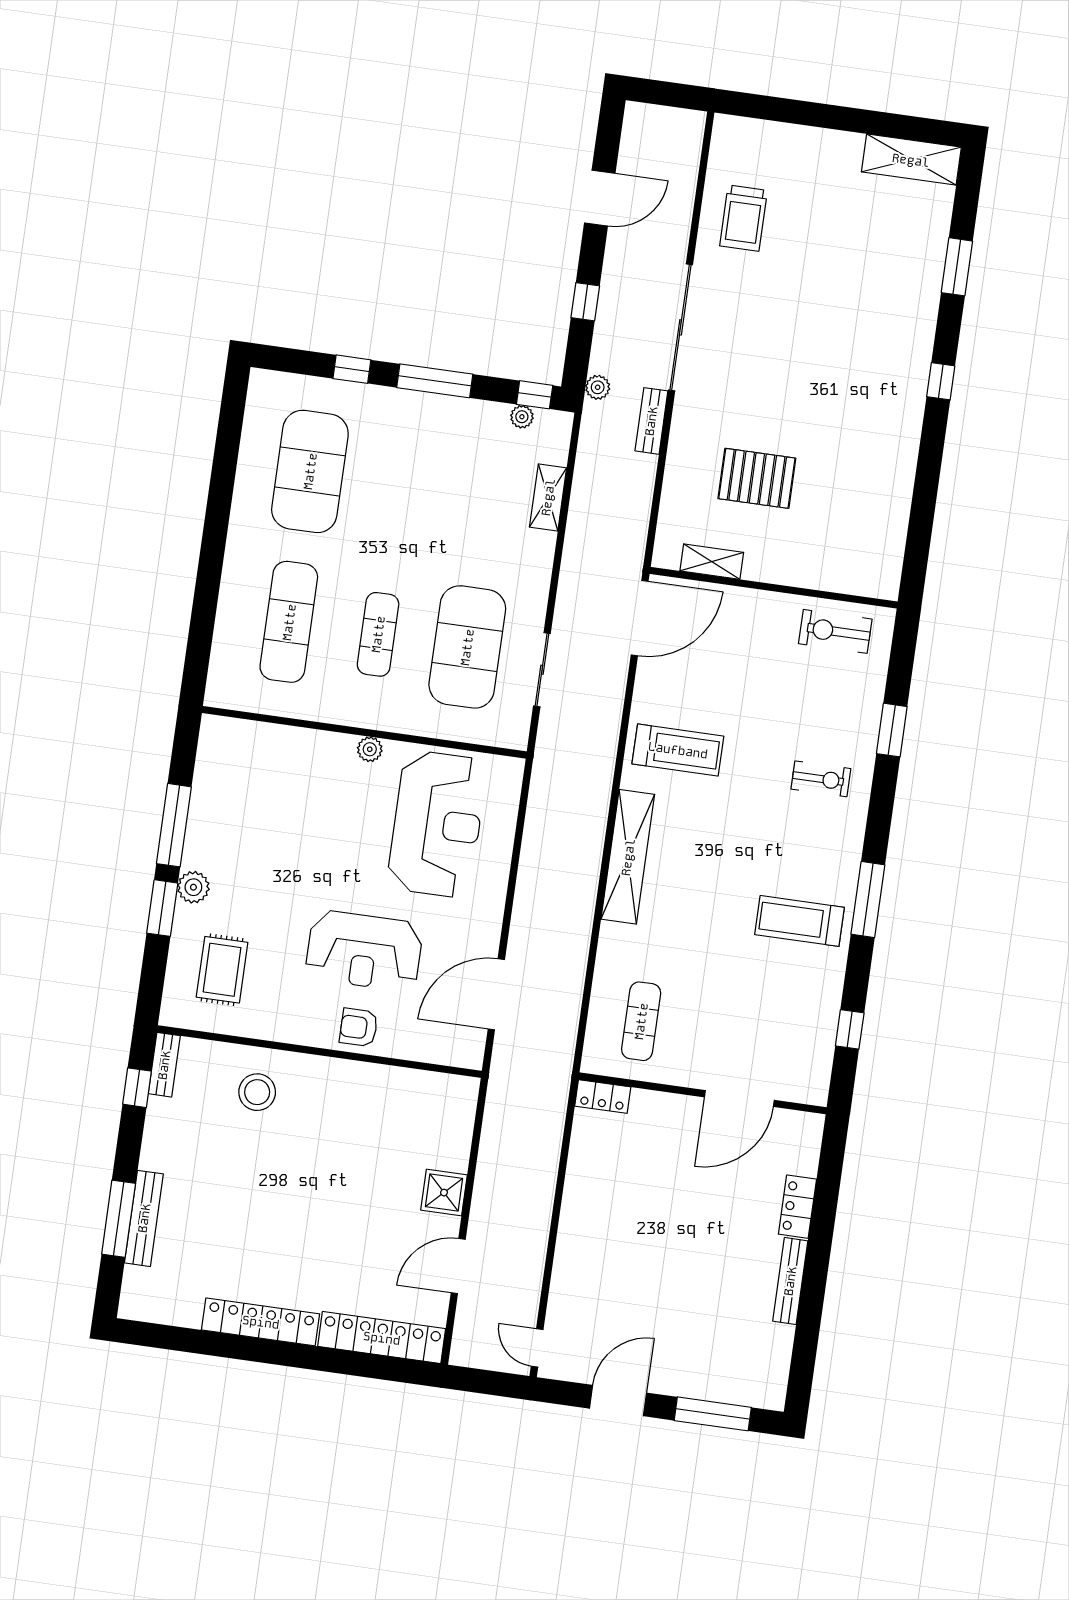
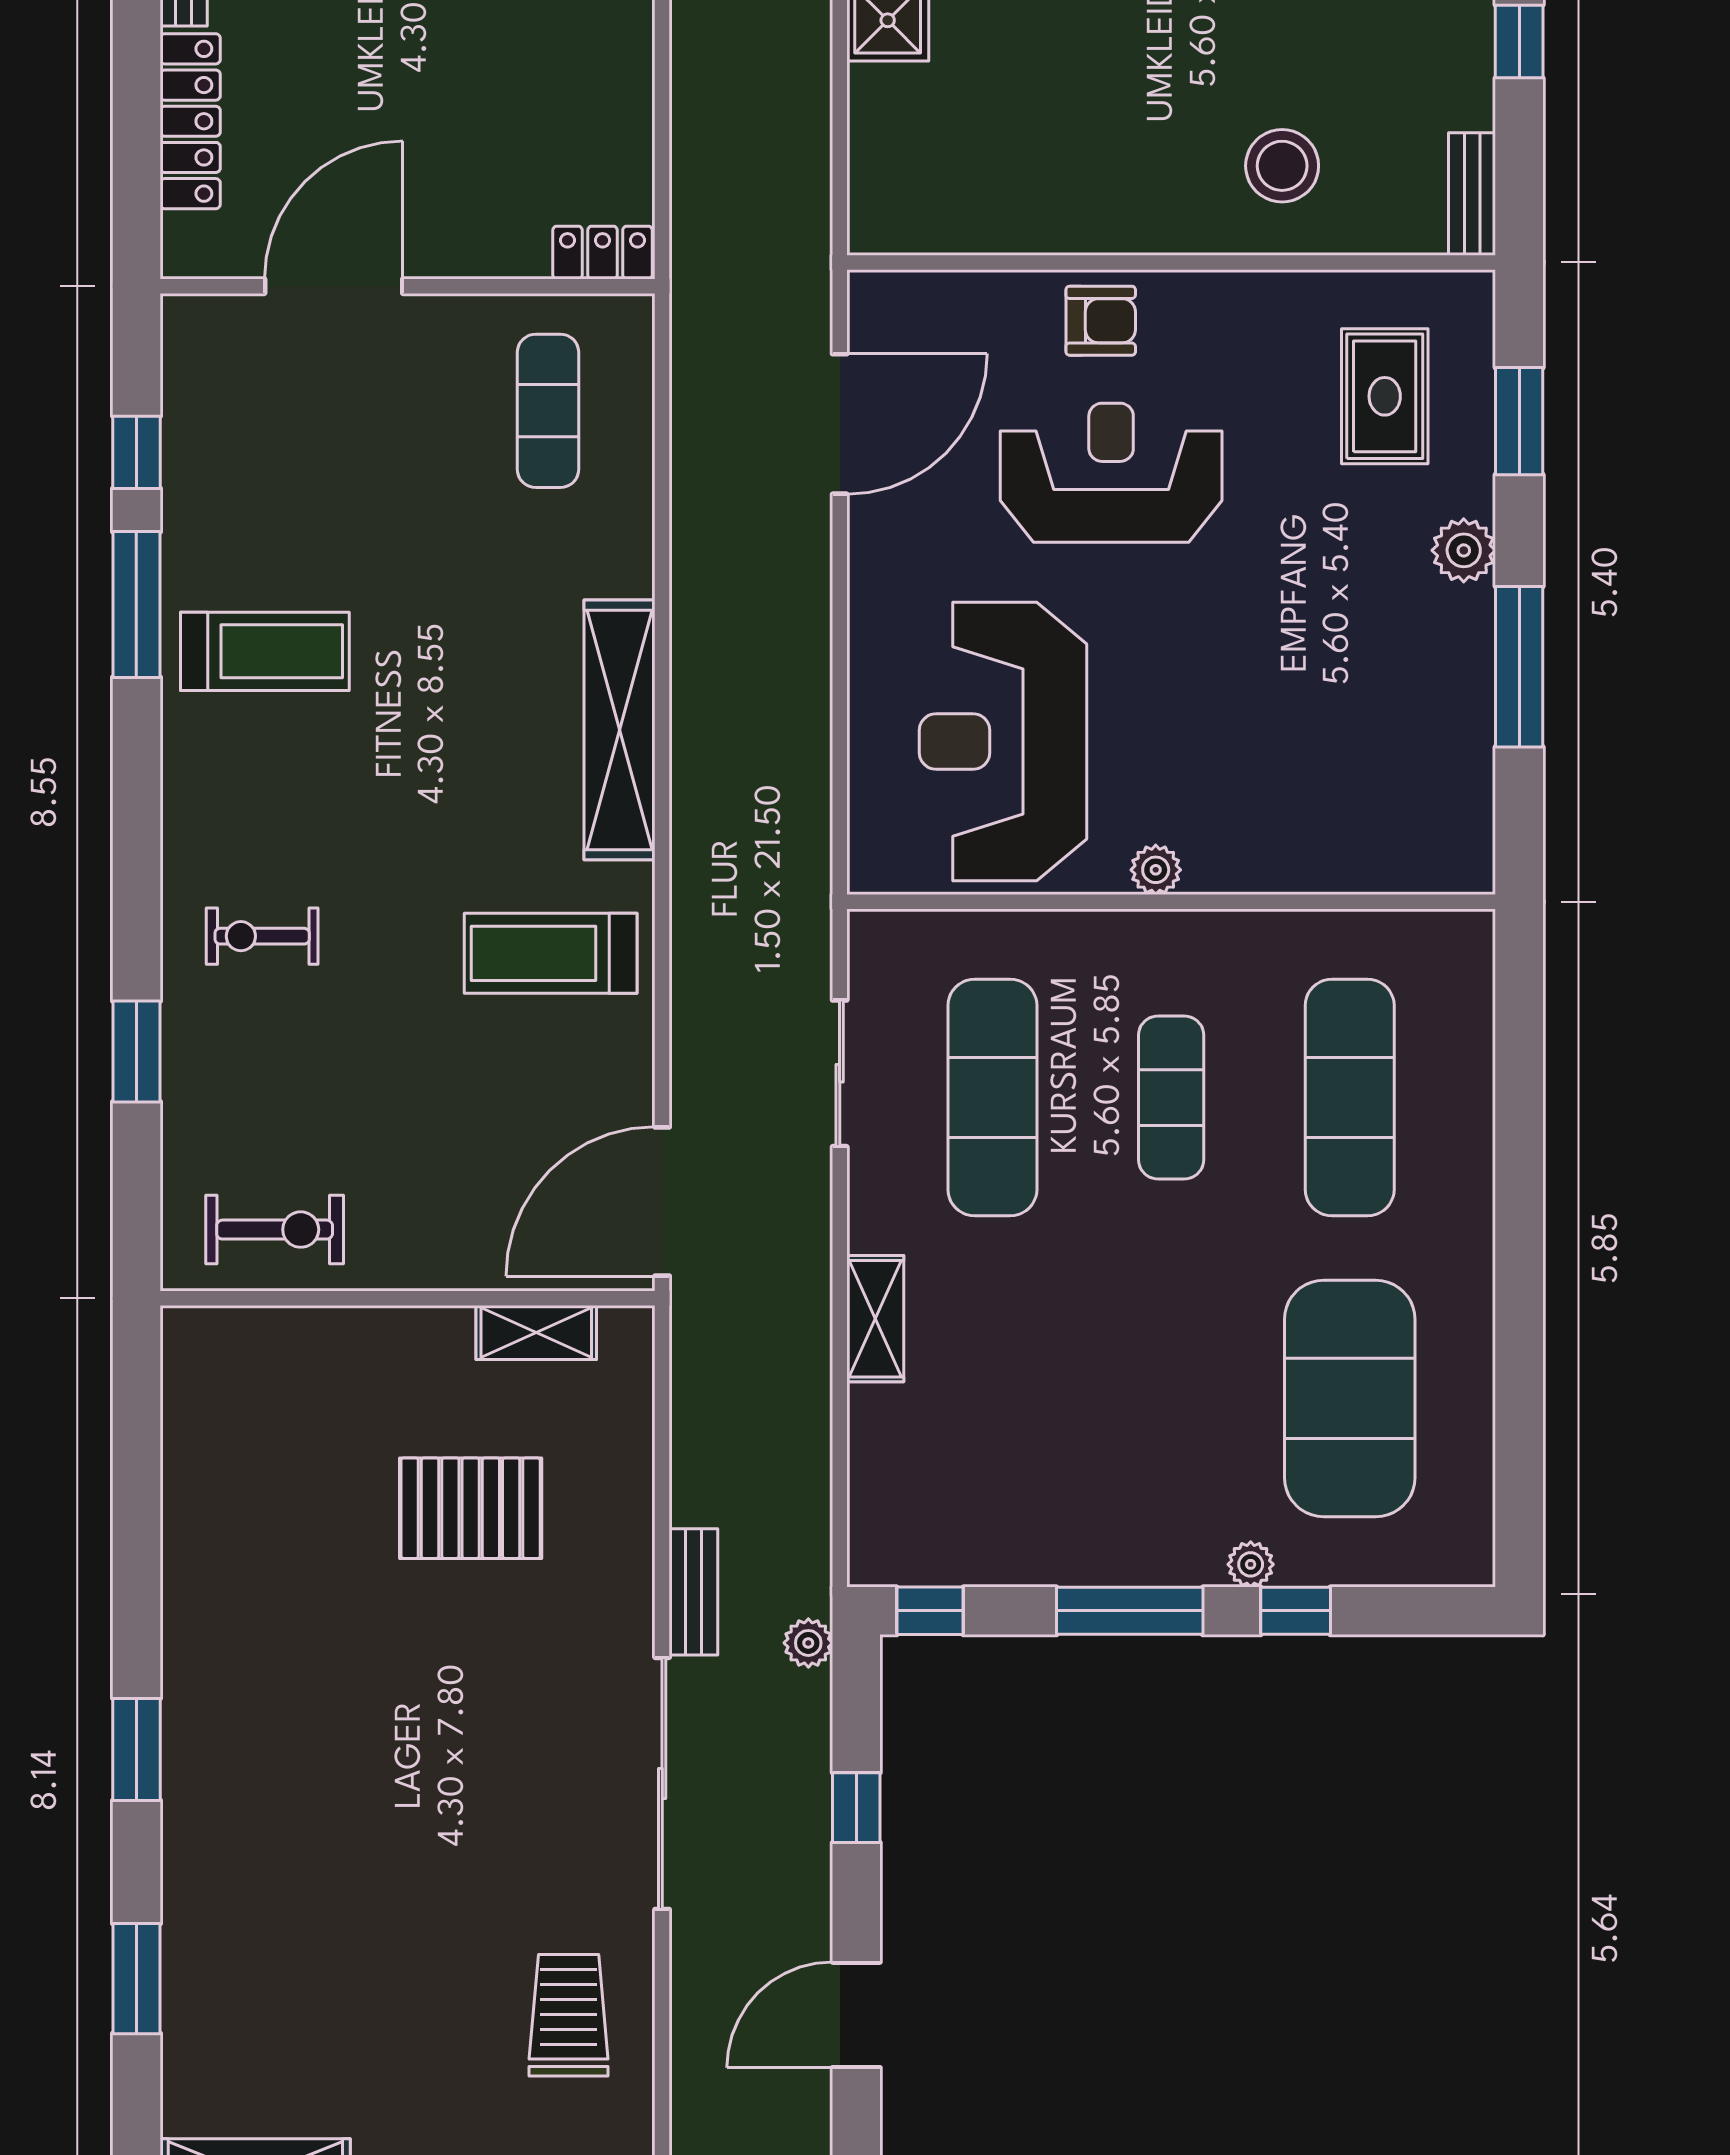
window: (941, 381) -> (136, 1749), width x1.50
plant: (522, 417) -> (1251, 1564), moved
shelving: (548, 497) -> (875, 1319), moved
exercise mat: (467, 647) -> (992, 1097), width x0.68
window: (868, 900) -> (136, 604), moved
window: (162, 908) -> (1519, 421), moved
window: (137, 1088) -> (1519, 41), moved
locker: (797, 1207) -> (190, 121), width x1.53

